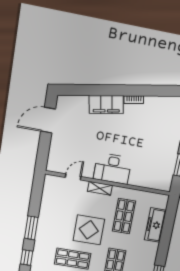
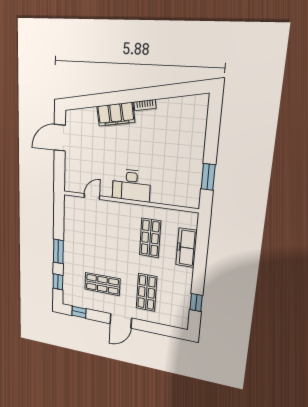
shelving: (100, 188) -> (121, 208), removed
display table: (89, 230) -> (115, 253), removed

